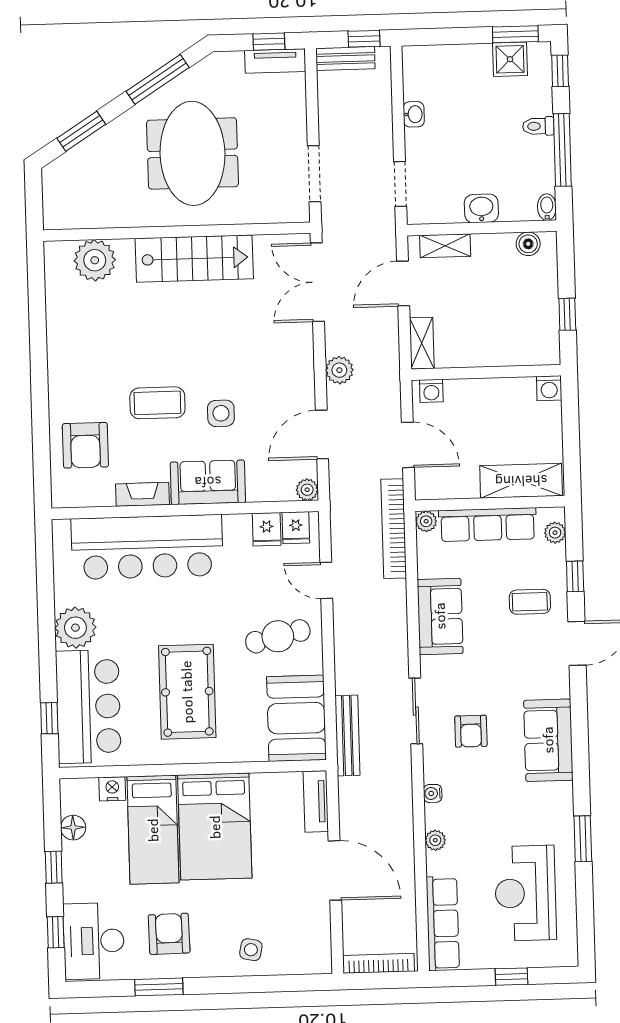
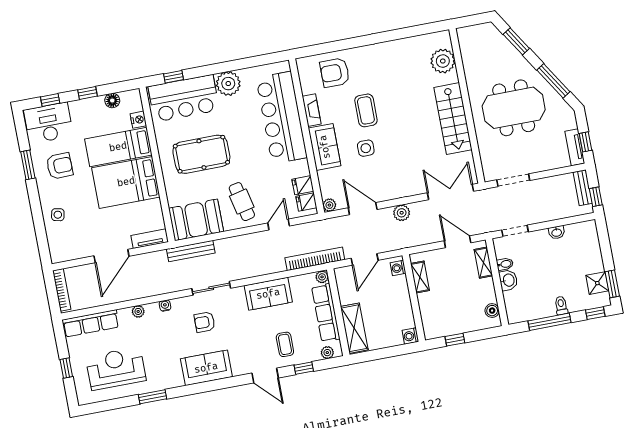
bidet: (547, 207) -> (505, 264), moved
shelving: (422, 343) -> (420, 277), moved, turned 90

